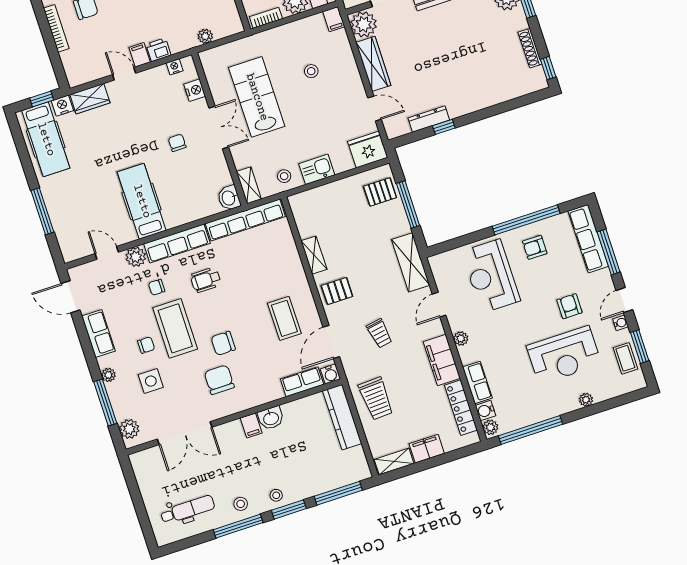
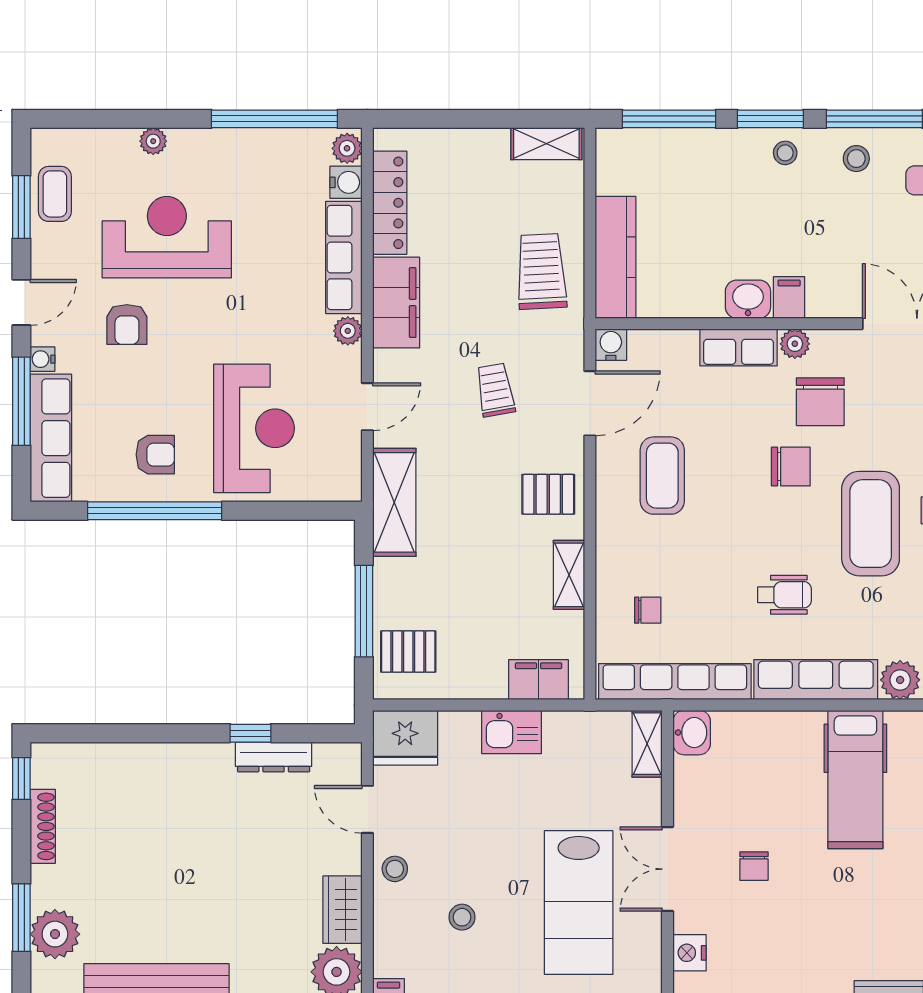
wardrobe: (373, 64) -> (343, 910), width x0.67
stool: (284, 176) -> (395, 869), moved
chair: (157, 287) -> (648, 610), moved
water cooler: (620, 323) -> (42, 359), moved
row of seats: (302, 382) -> (739, 347), moved
row of seats: (477, 382) -> (344, 257), width x1.48
plant: (241, 404) -> (795, 344), added
filing cabinet: (427, 449) -> (539, 680), moved, turned 180

